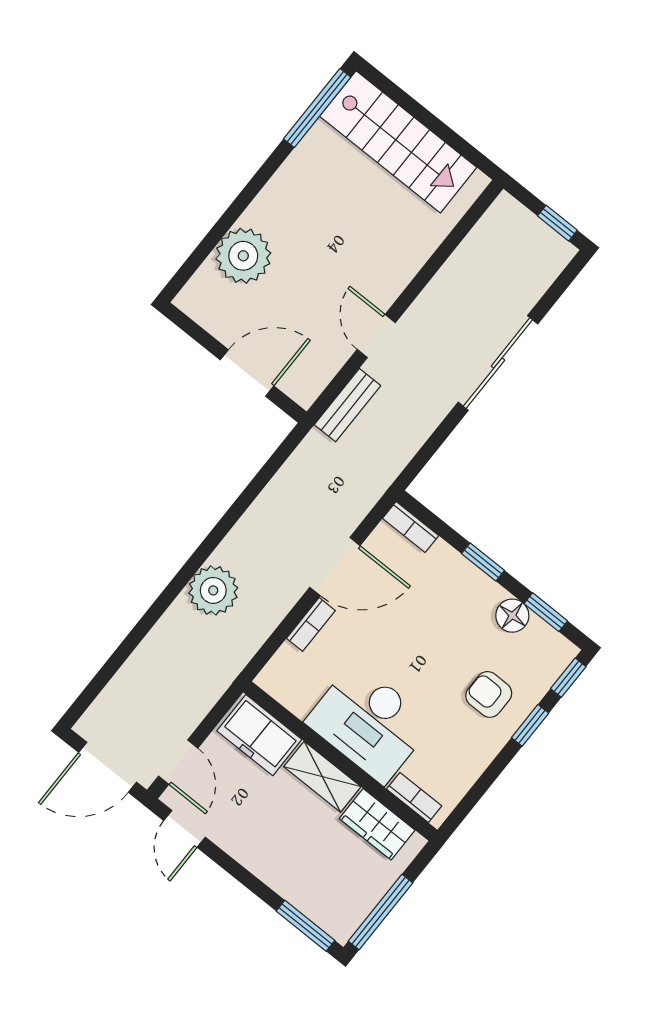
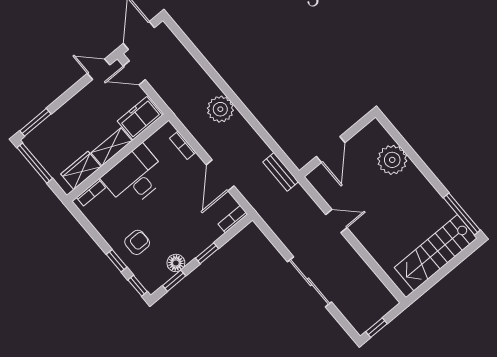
bench: (347, 405) -> (281, 172), moved
bookcase: (311, 624) -> (183, 145), moved

